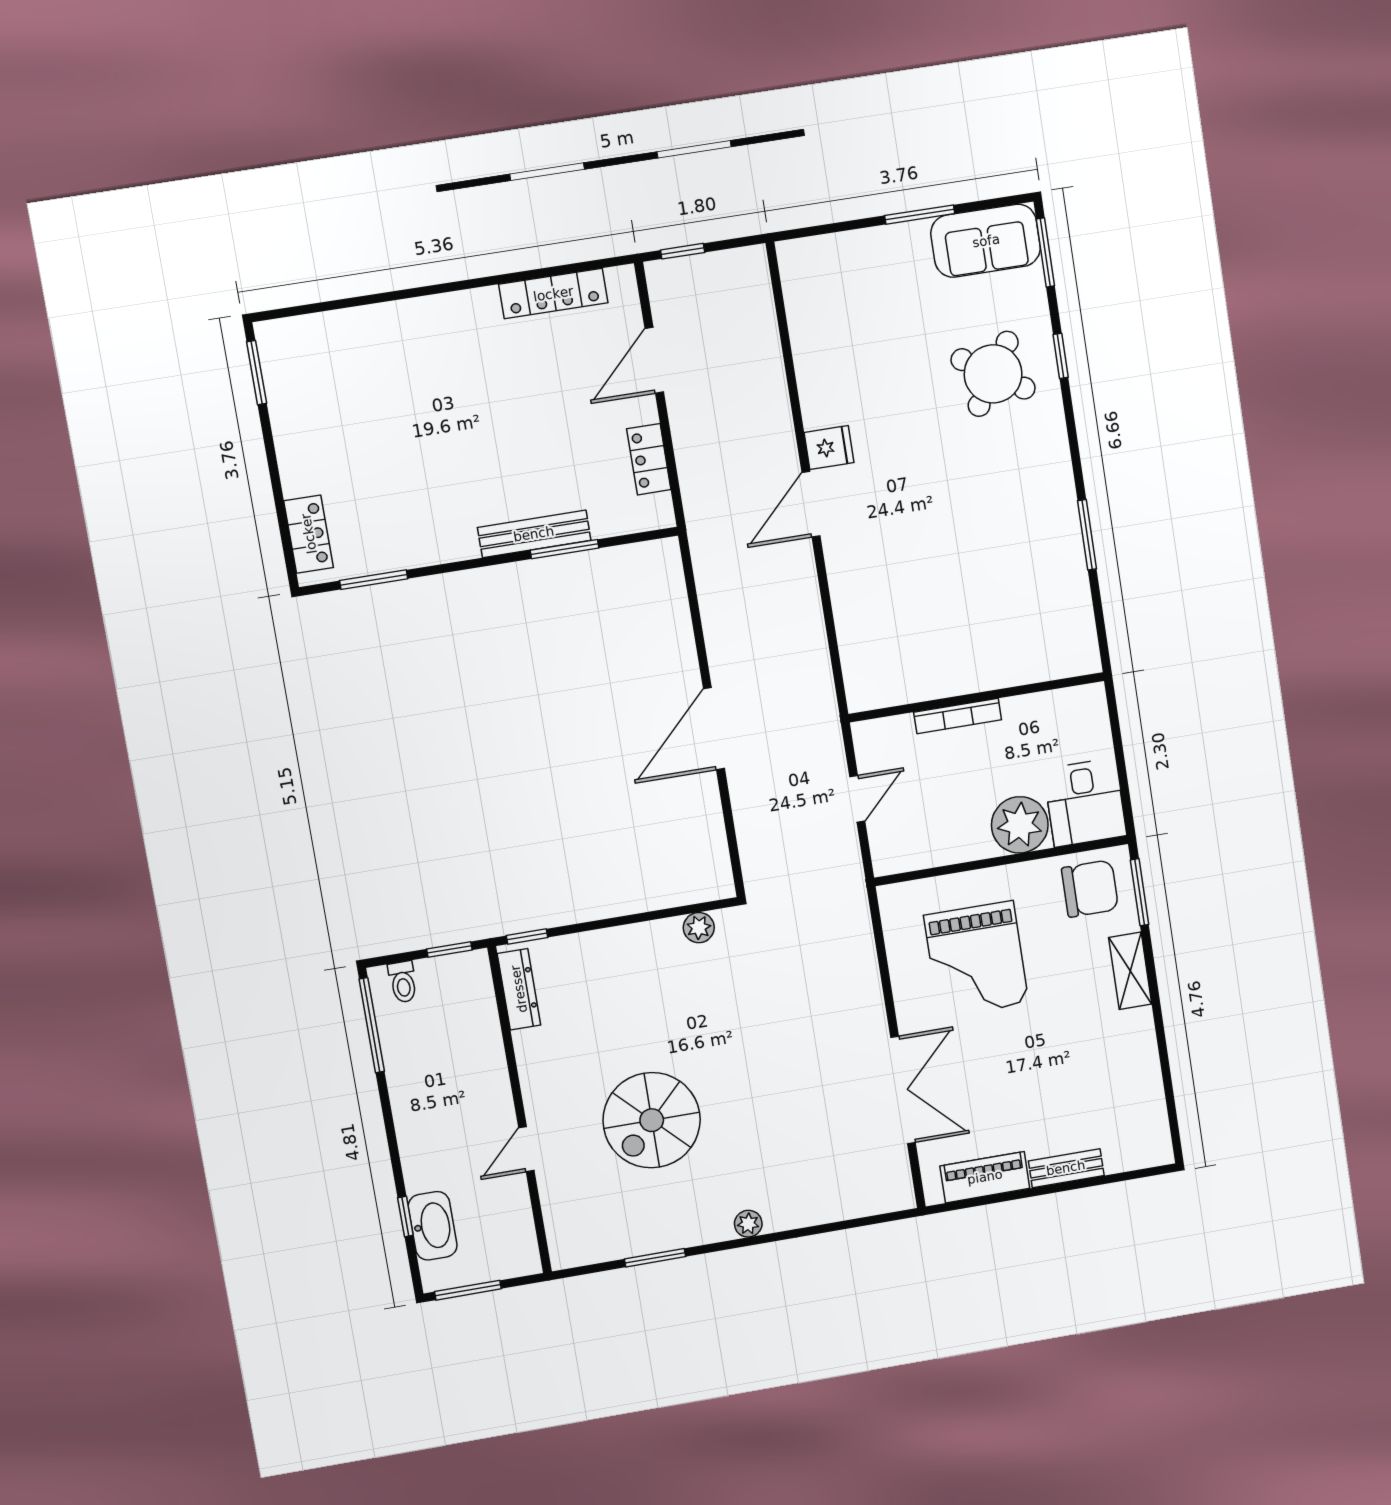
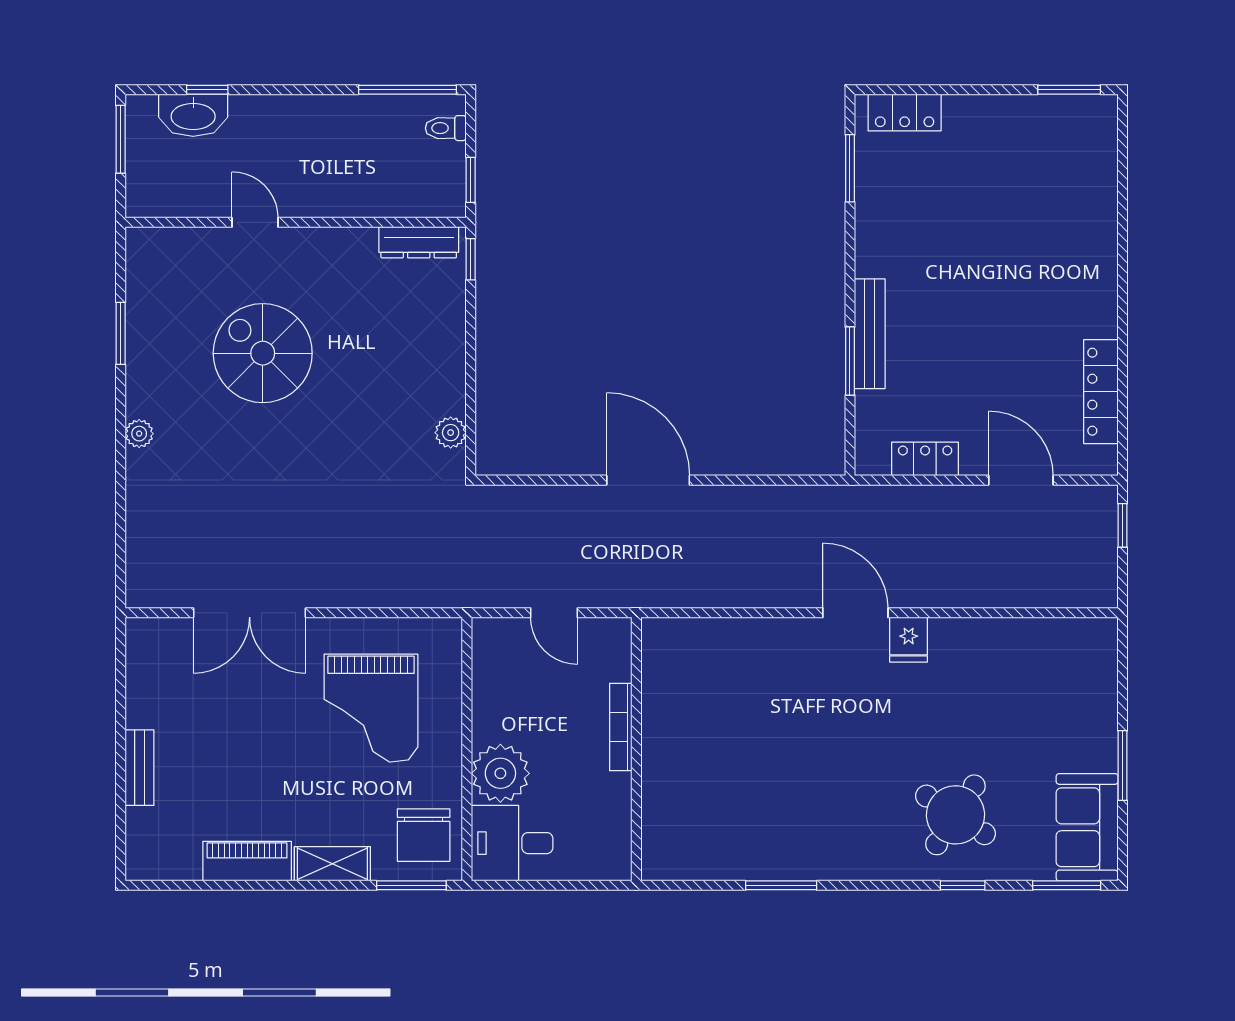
grand piano: (976, 959) -> (371, 708), turned -90
piano: (985, 1177) -> (247, 861), moved, turned -90

